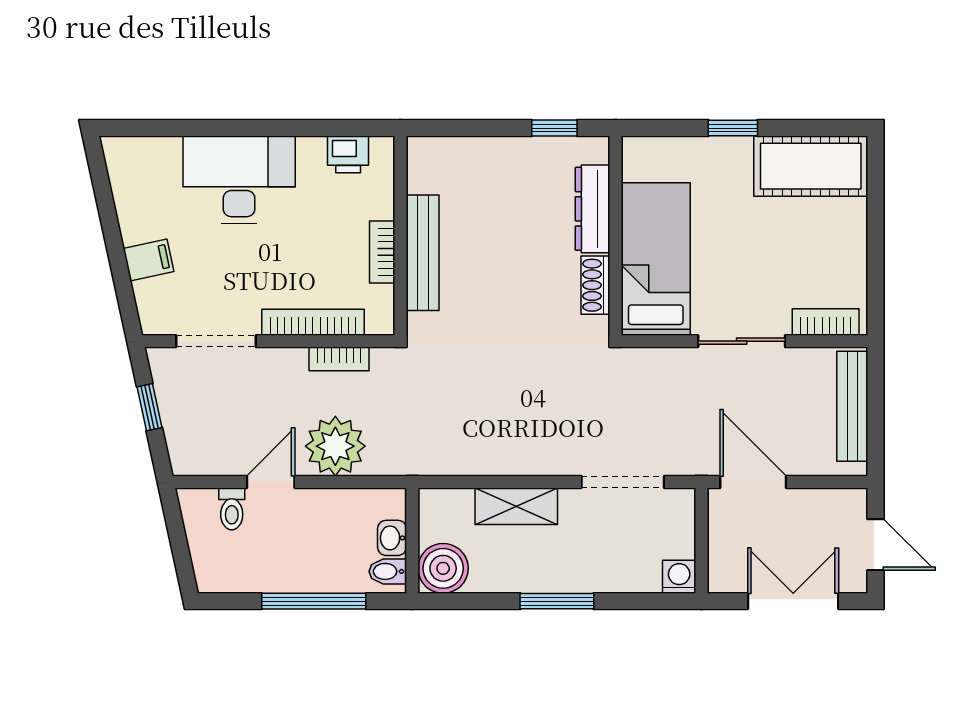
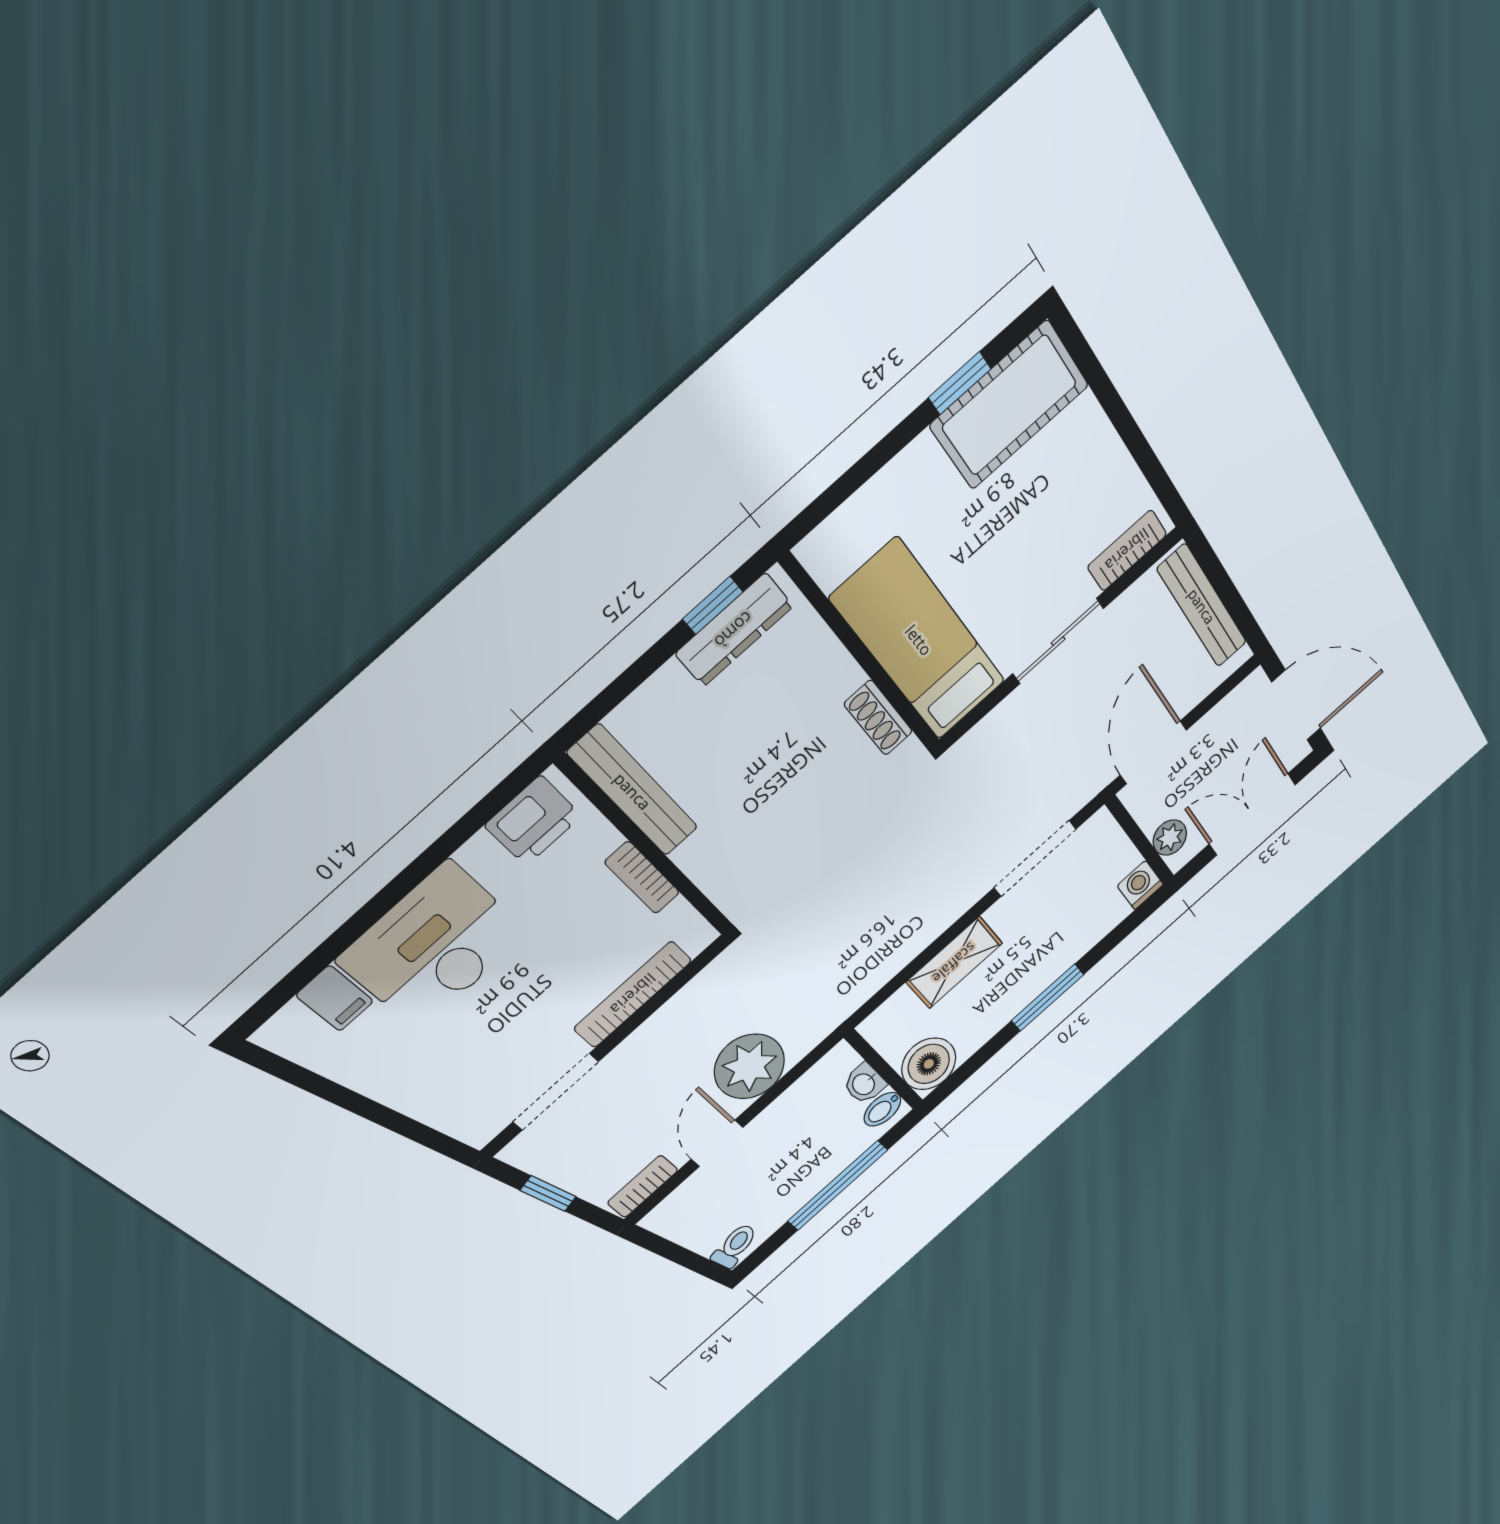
window: (733, 128) -> (960, 383), moved
printer: (348, 154) -> (533, 821), width x1.36, depth x1.24
dresser: (592, 209) -> (734, 630), moved, turned -90
bench: (423, 253) -> (633, 791), moved
filing cabinet: (149, 260) -> (335, 998), moved, turned 102
bookcase: (339, 359) -> (643, 1186), moved, turned 180
door: (753, 482) -> (1153, 753), hinge flipped
toilet: (232, 509) -> (735, 1246), moved, turned -102
door: (876, 545) -> (1296, 705), width x1.38
plant: (724, 560) -> (1170, 838), added

